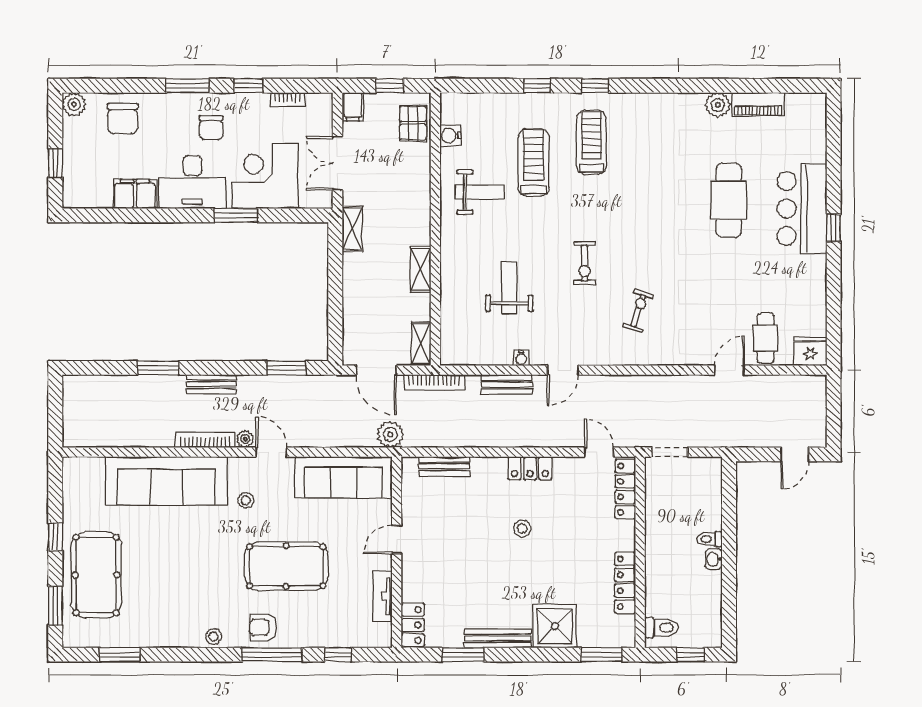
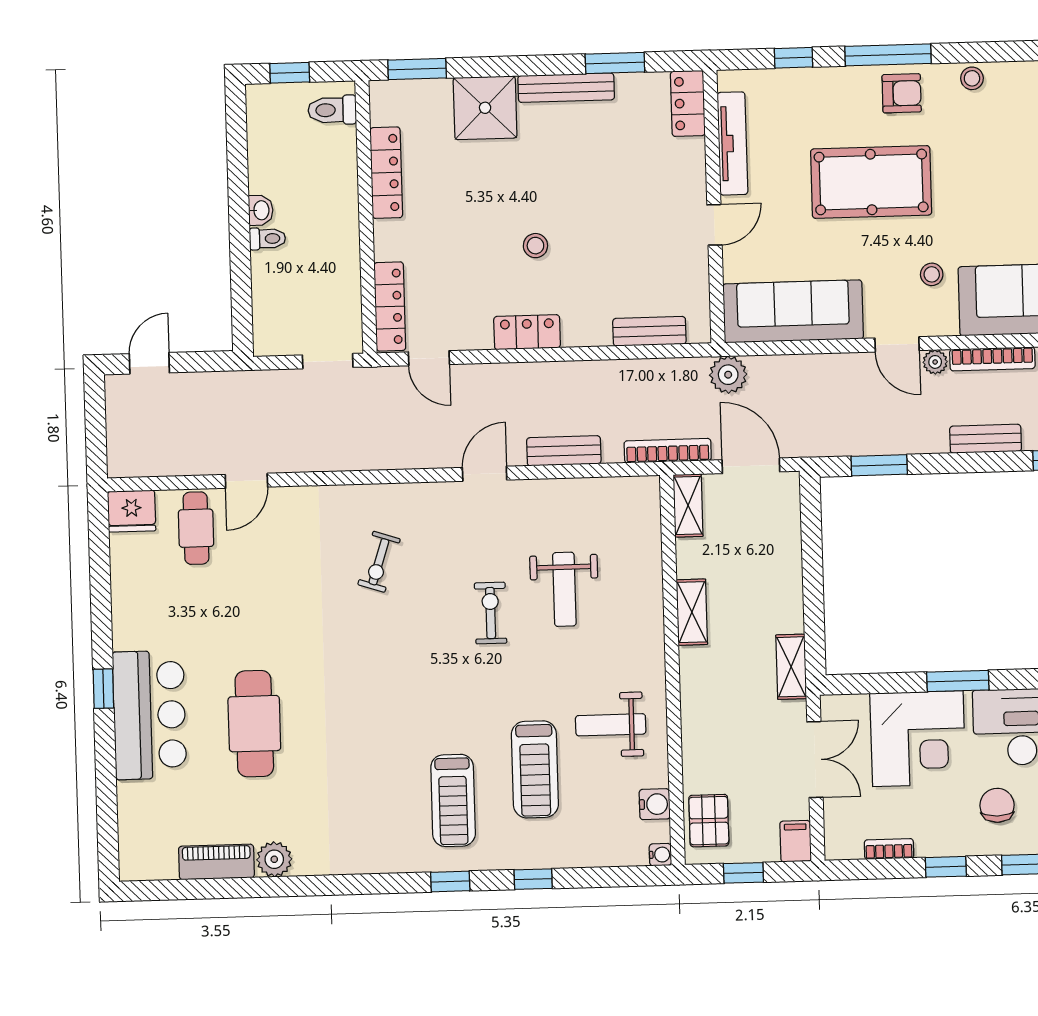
exercise bike: (585, 263) -> (491, 613), moved
water cooler: (521, 358) -> (660, 855), moved, turned 90
tv unit: (382, 596) -> (732, 143), width x1.41

